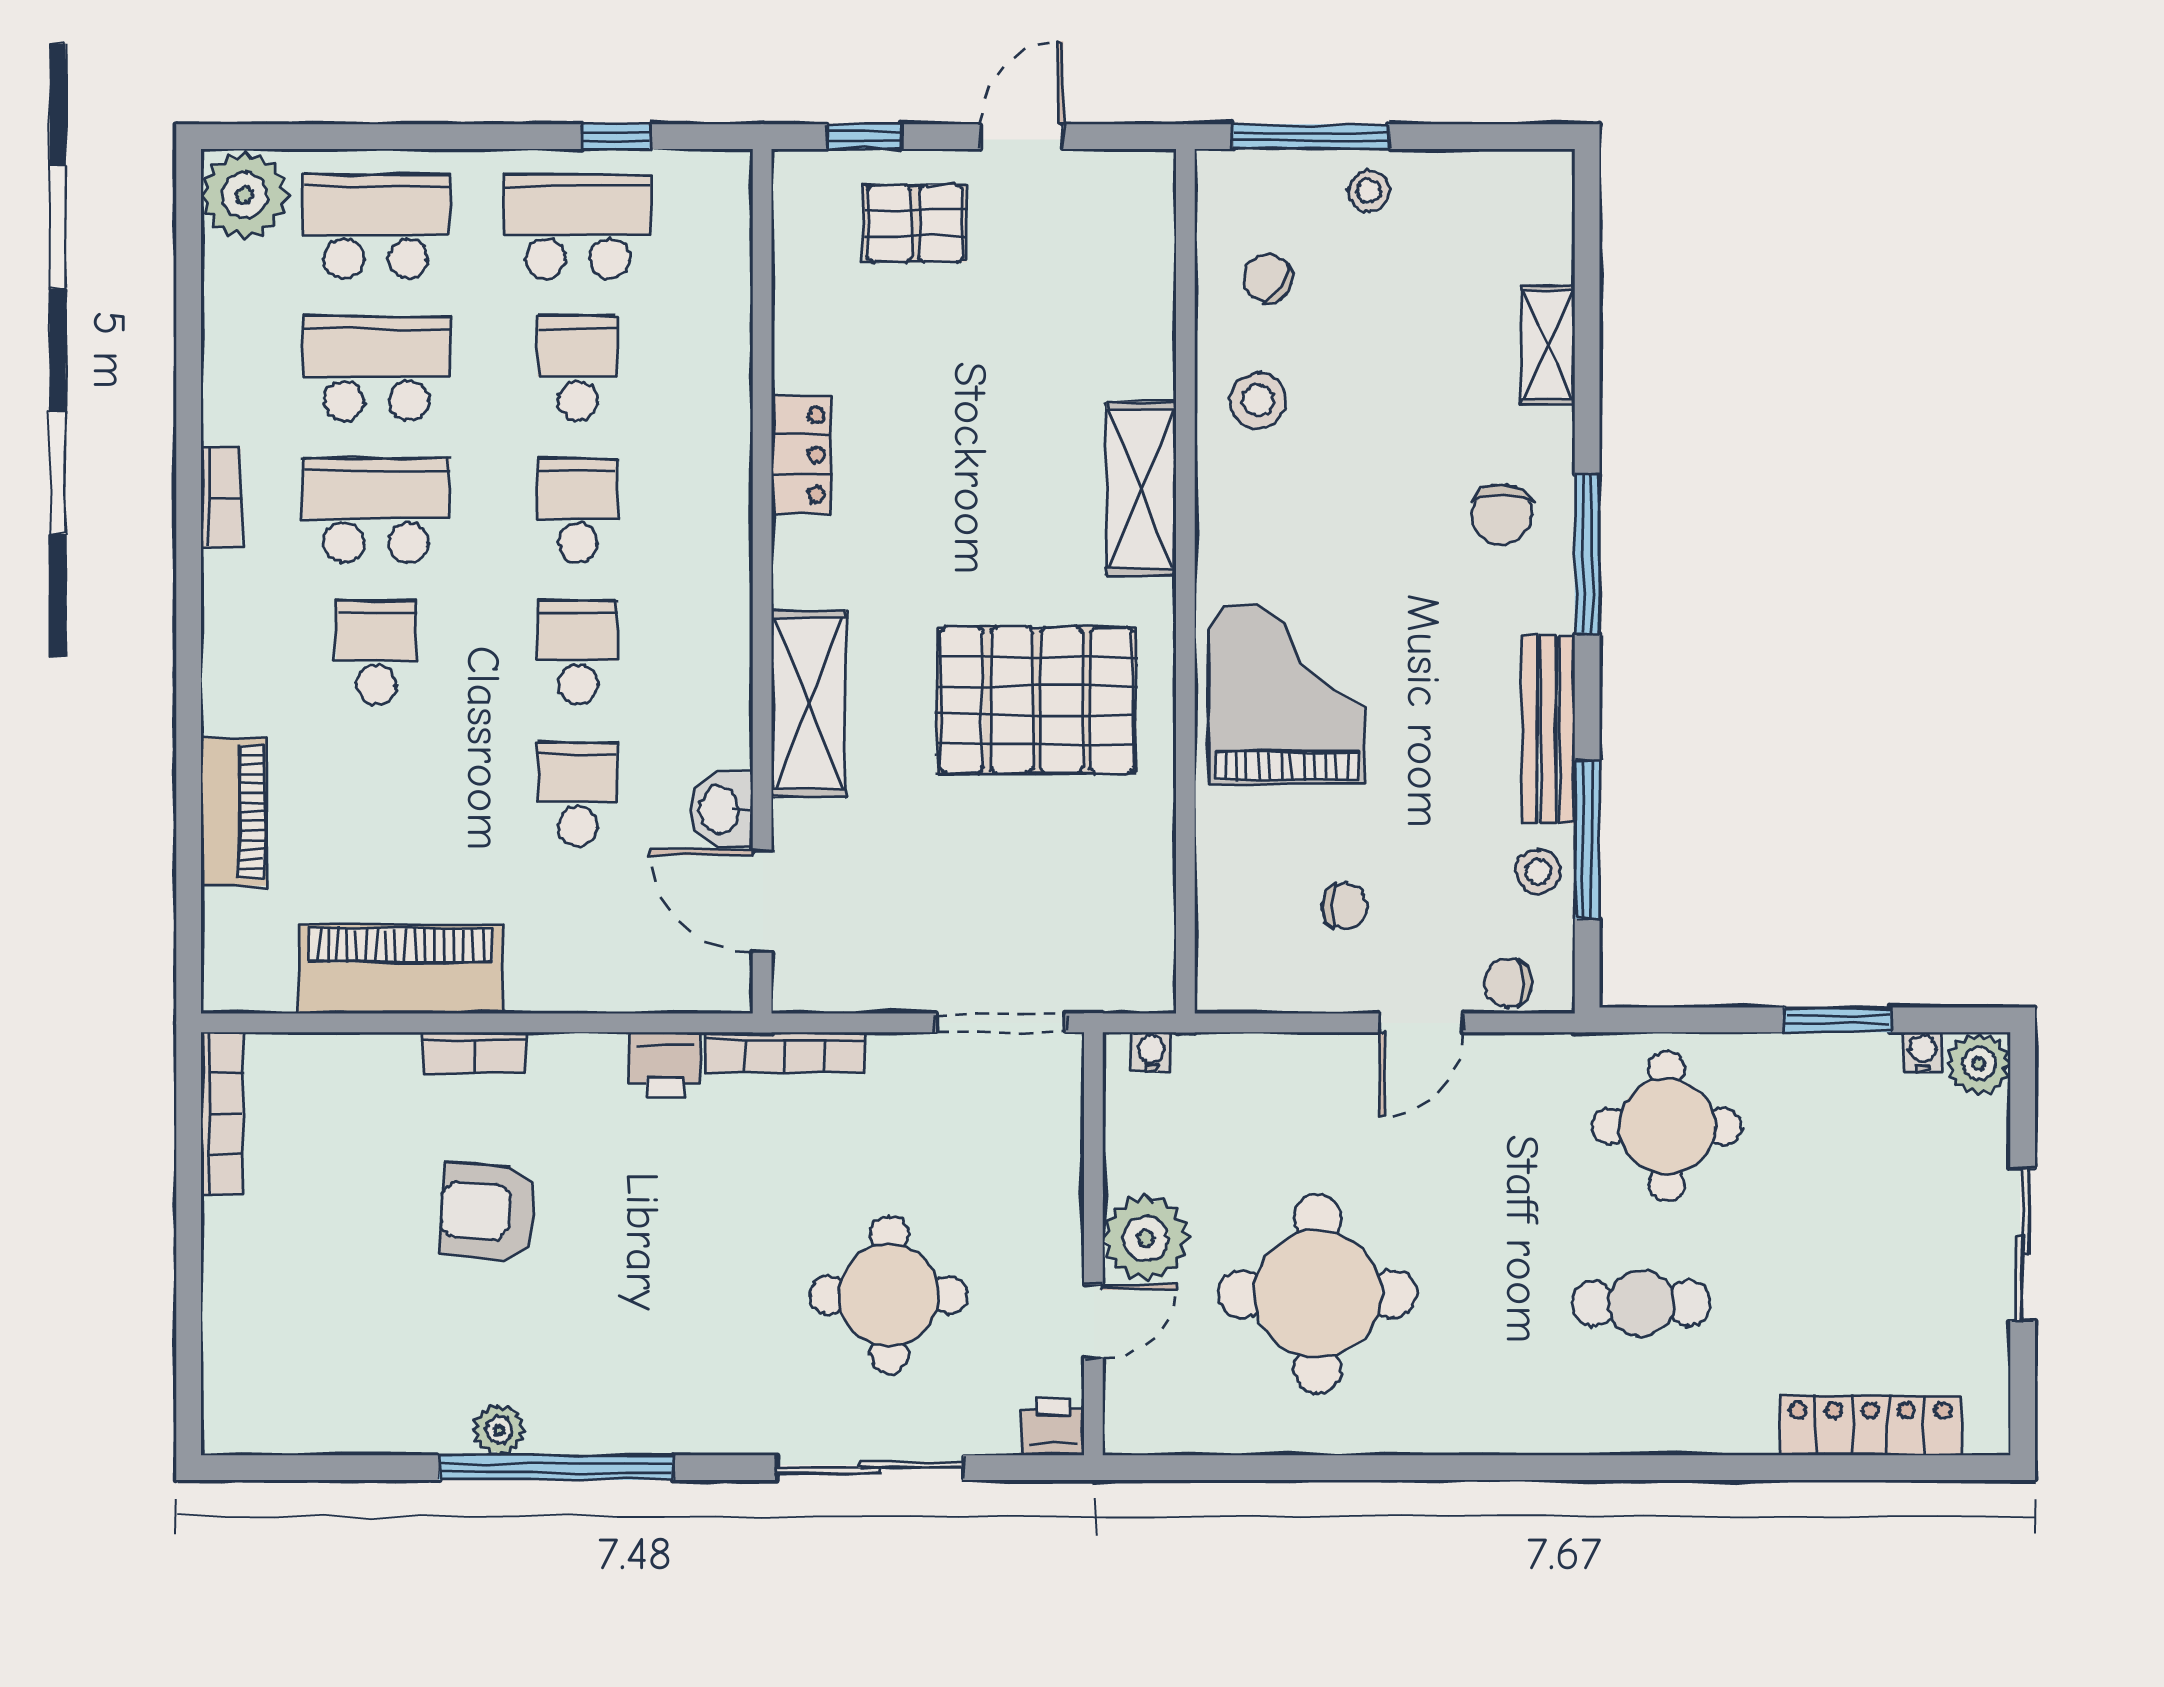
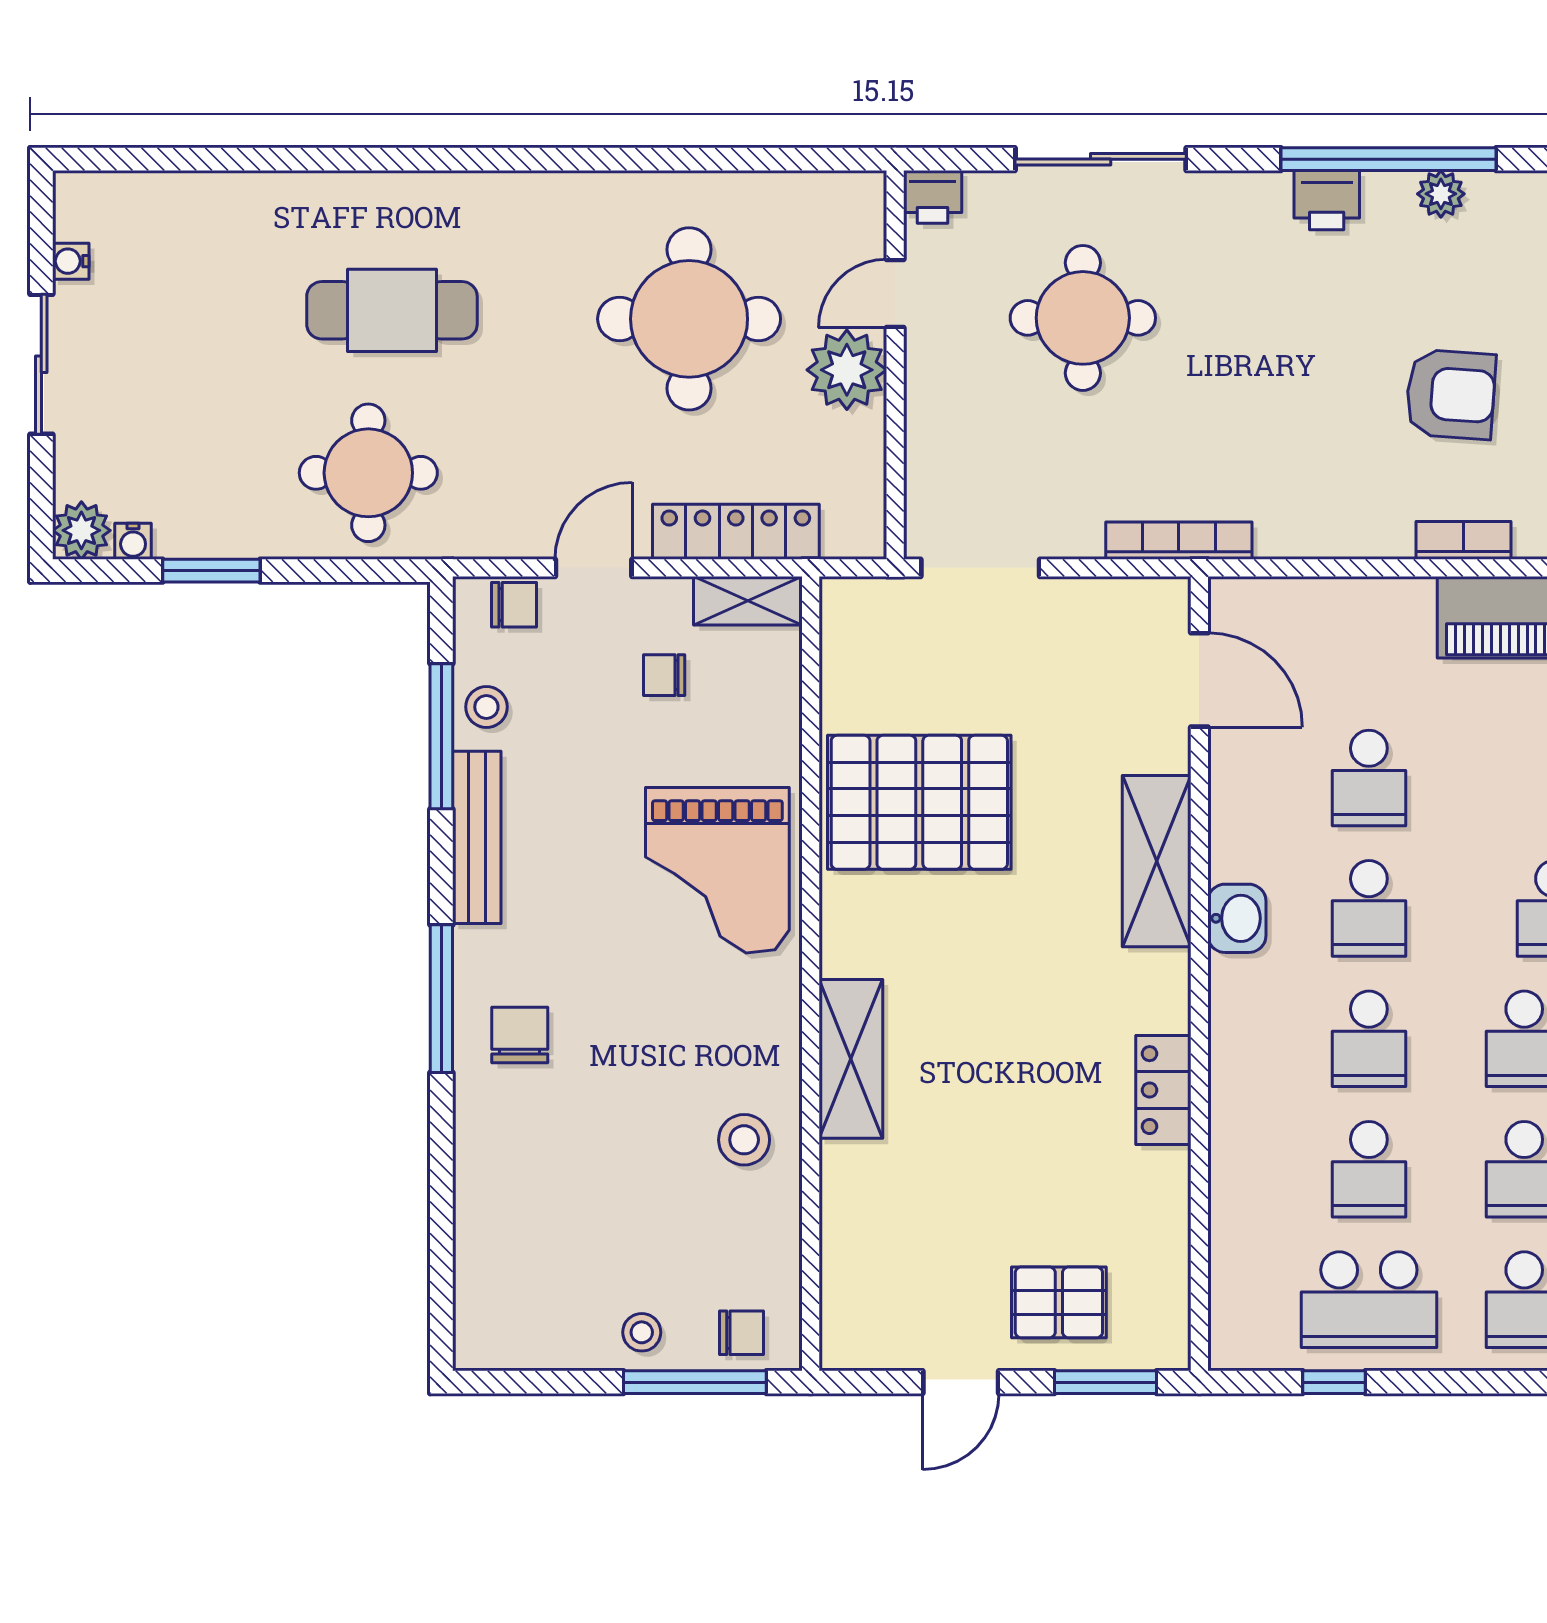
window: (864, 137) -> (1105, 1382), width x1.50
chair: (1268, 278) -> (742, 1333), moved, turned -32
shelving: (1548, 345) -> (748, 601), moved, turned 90
pallet: (1037, 700) -> (919, 802), moved
washbasin: (721, 810) -> (1237, 918), moved
water cooler: (1151, 1052) -> (71, 261), moved, turned 90
printer: (665, 1064) -> (1327, 200), moved, turned 180
cafe table: (1641, 1303) -> (392, 310), width x1.37, depth x1.35
locker: (1870, 1425) -> (736, 532), moved, turned 180

